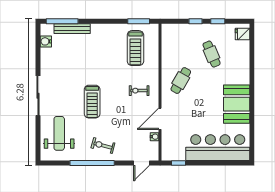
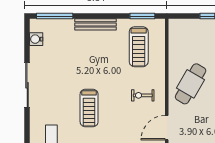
bench: (72, 29) -> (95, 24), moved
cafe table: (181, 81) -> (191, 84), width x1.37, depth x1.35
sliding door: (38, 96) -> (27, 85), moved

